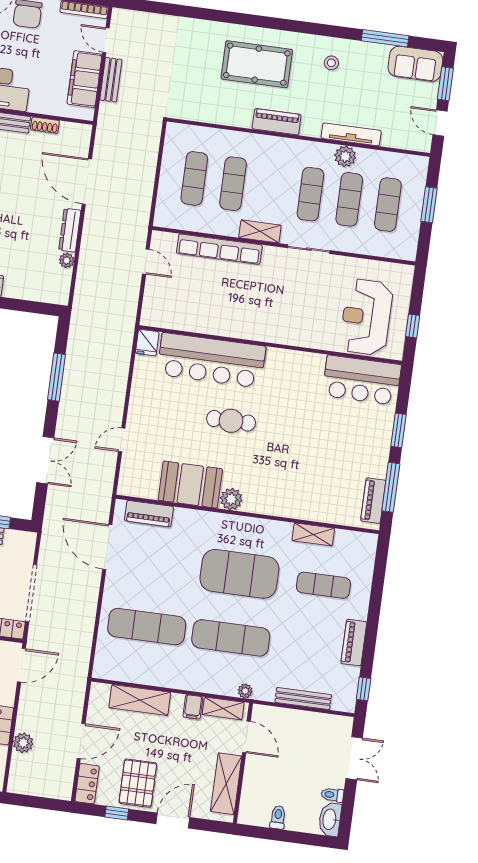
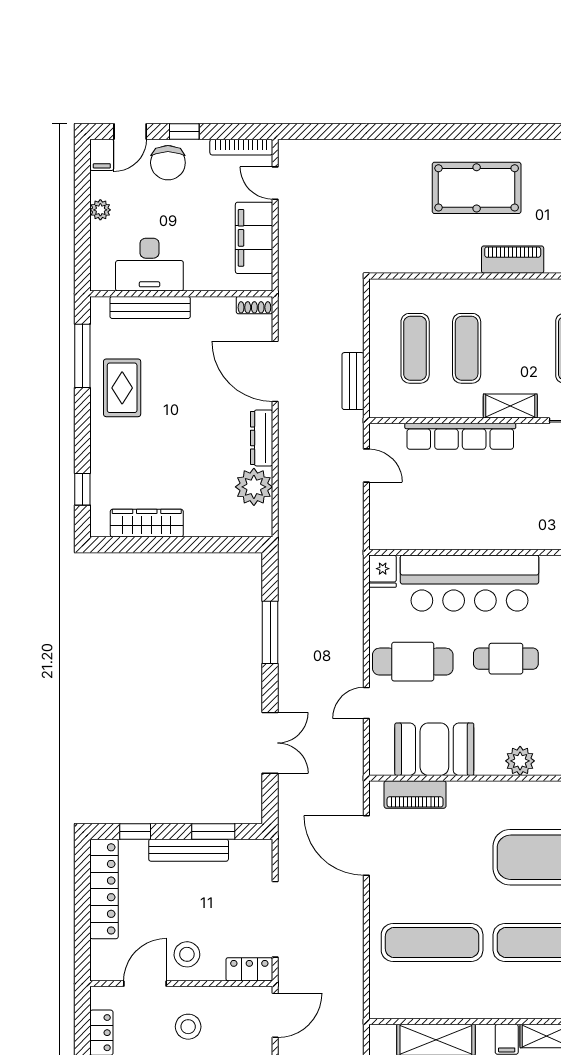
bench: (111, 80) -> (353, 381), moved
shoe rack: (45, 125) -> (254, 305), moved
plant: (67, 260) -> (254, 487), width x1.88, depth x1.88
cafe table: (161, 414) -> (413, 662), added
booth: (190, 485) -> (434, 749), moved

